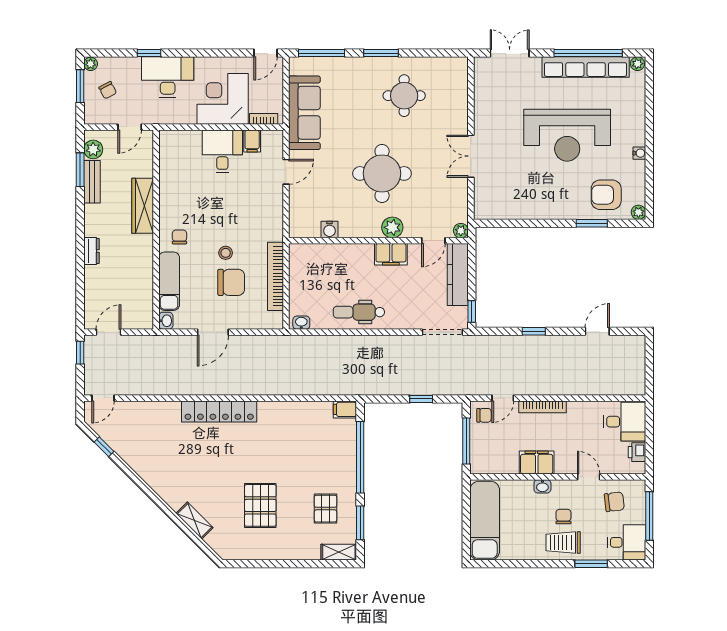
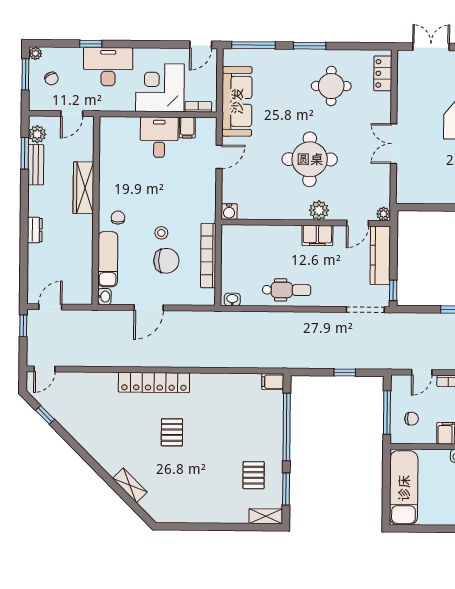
locker: (459, 82) -> (383, 73), added
water cooler: (329, 230) -> (229, 211), moved
dental chair: (359, 312) -> (287, 290), turned 180
chair: (484, 415) -> (412, 419), moved
pallet: (260, 505) -> (172, 432), moved, width x0.67, depth x0.71

